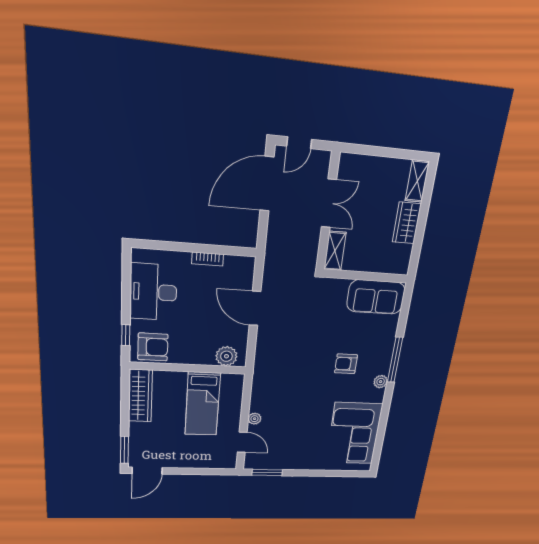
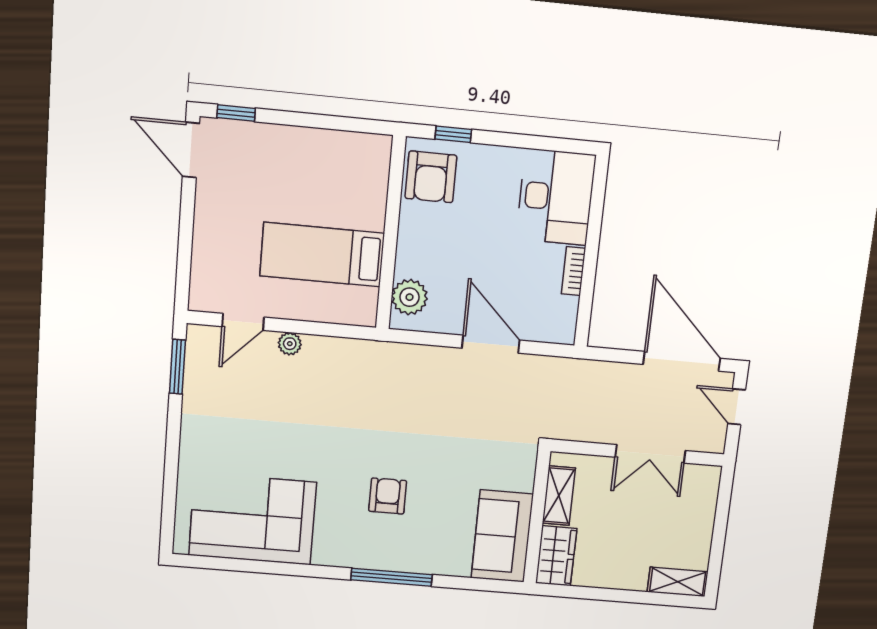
wardrobe: (407, 223) -> (556, 556), moved, turned 90
shelving: (335, 251) -> (559, 496), moved, turned 90
desk: (153, 292) -> (556, 197), moved, turned 90
door: (255, 308) -> (491, 344), hinge flipped
plant: (381, 382) -> (352, 557), removed
wardrobe: (140, 396) -> (342, 149), removed
window: (124, 450) -> (236, 113), width x0.67

